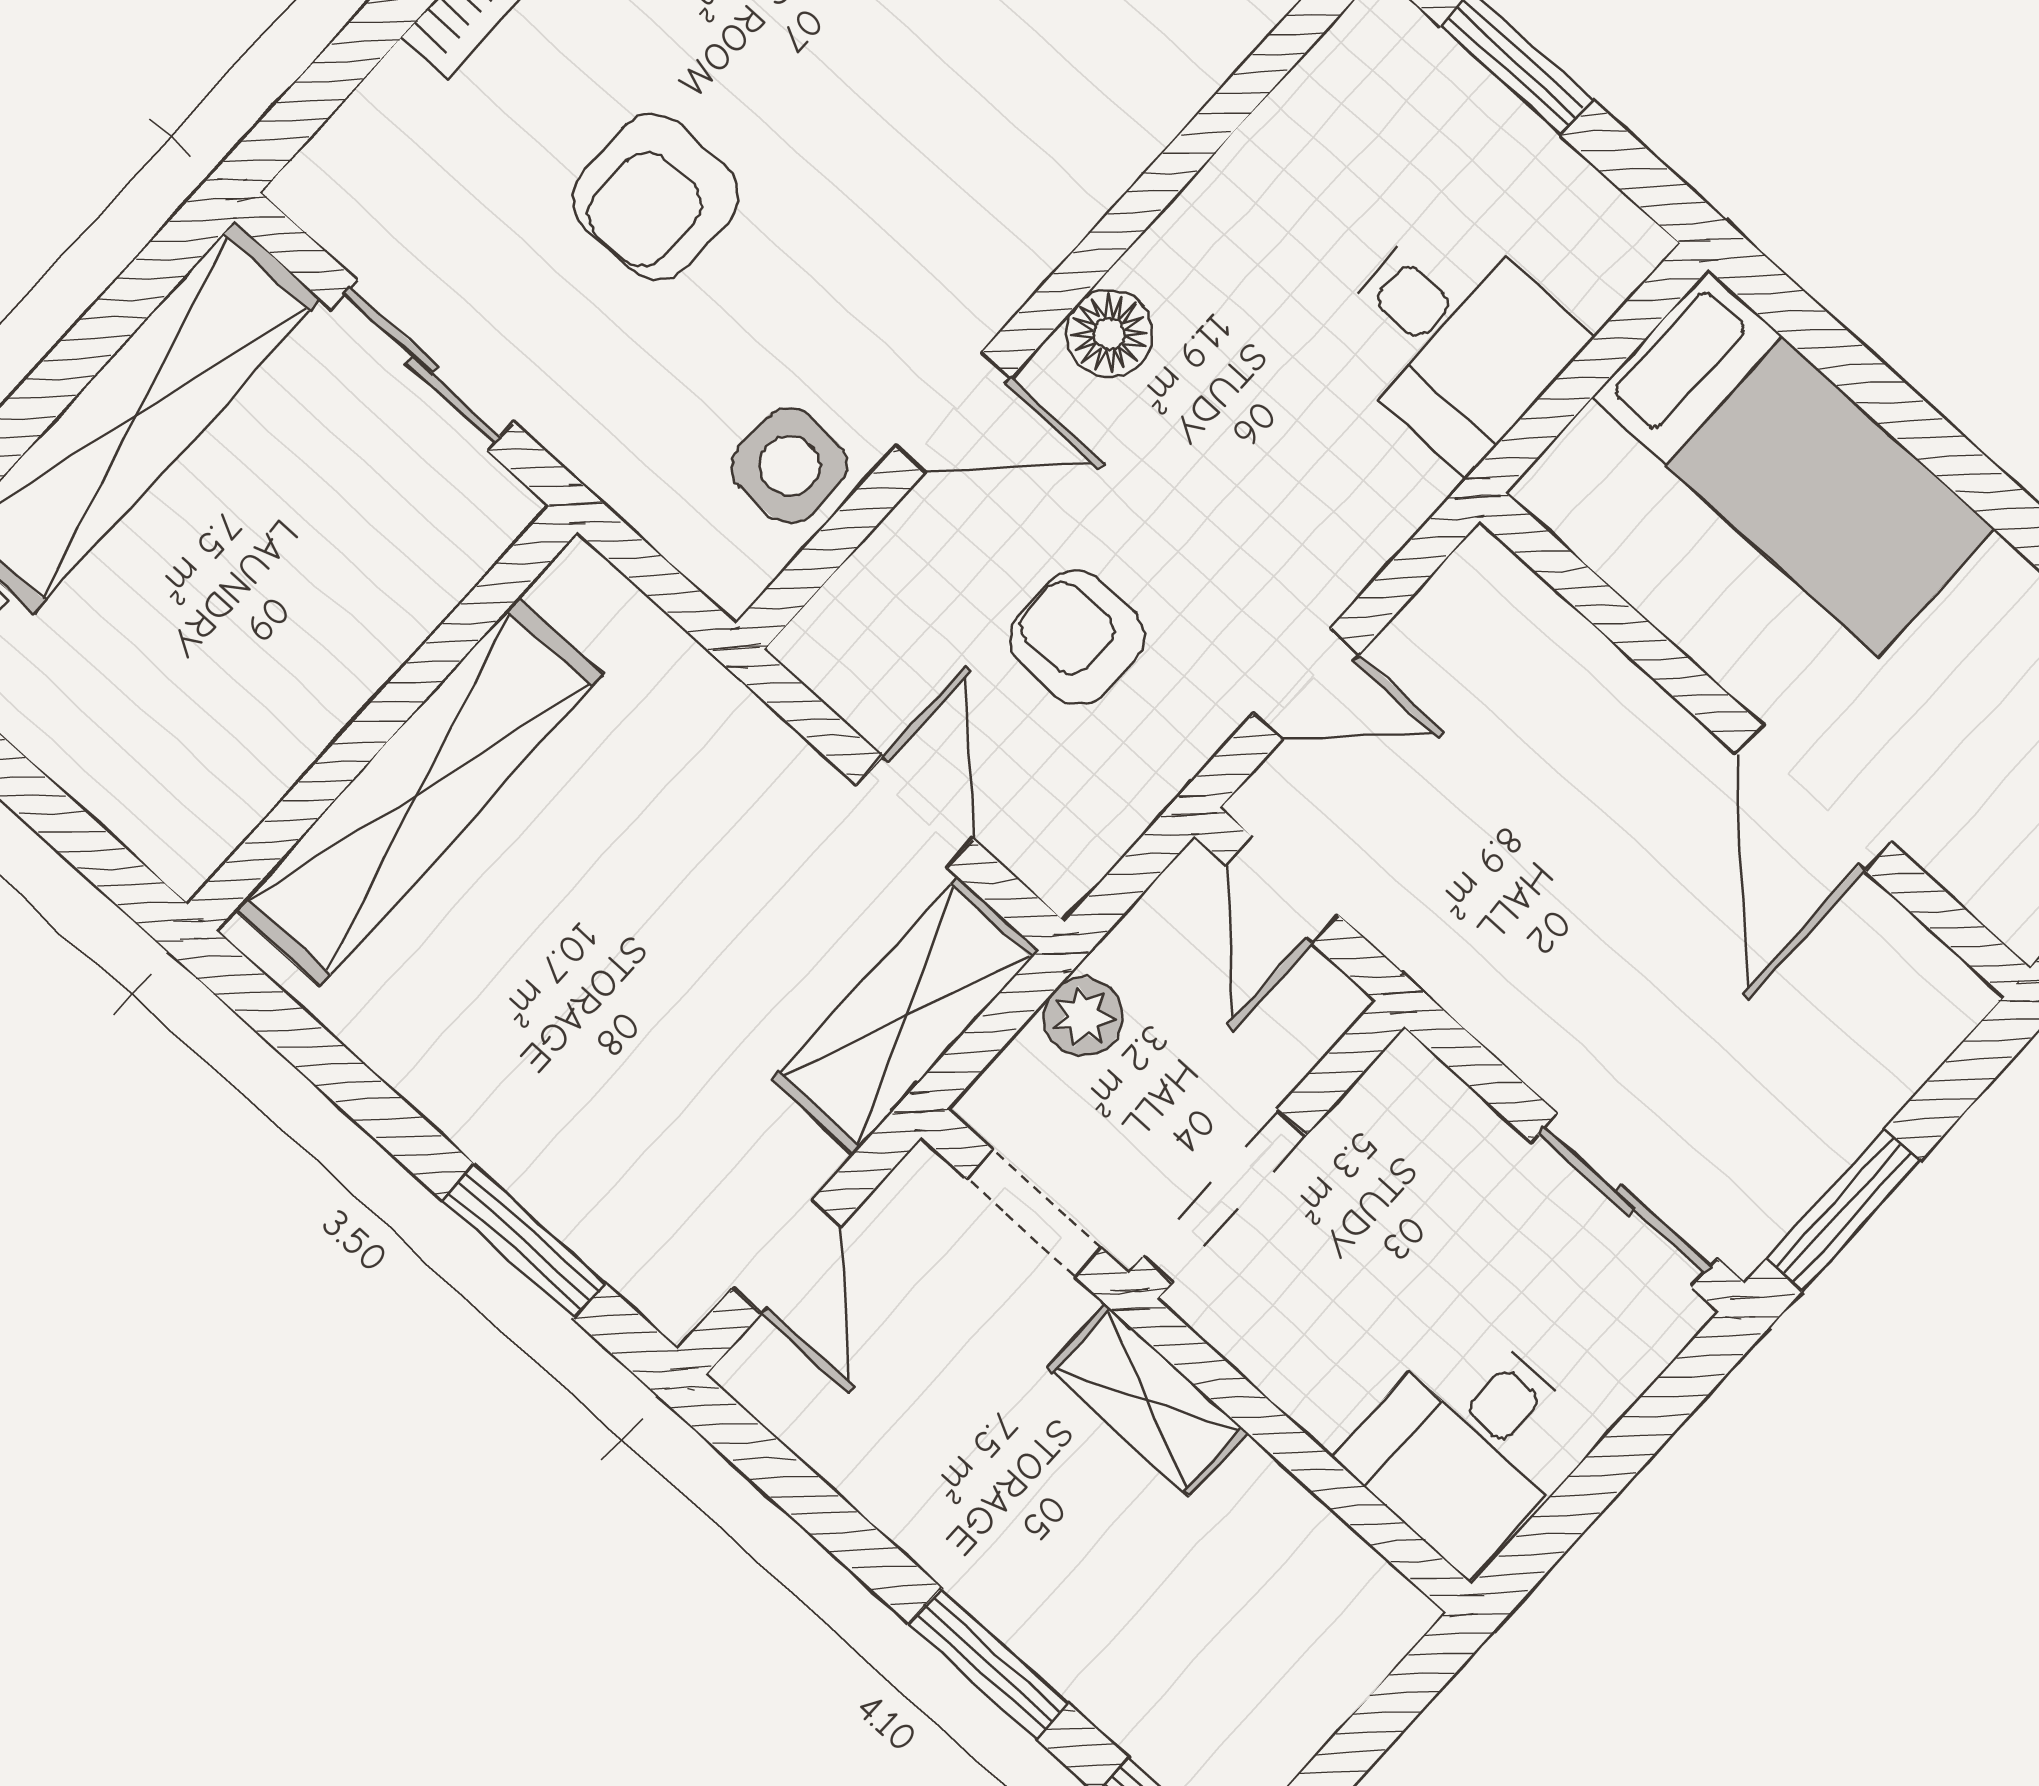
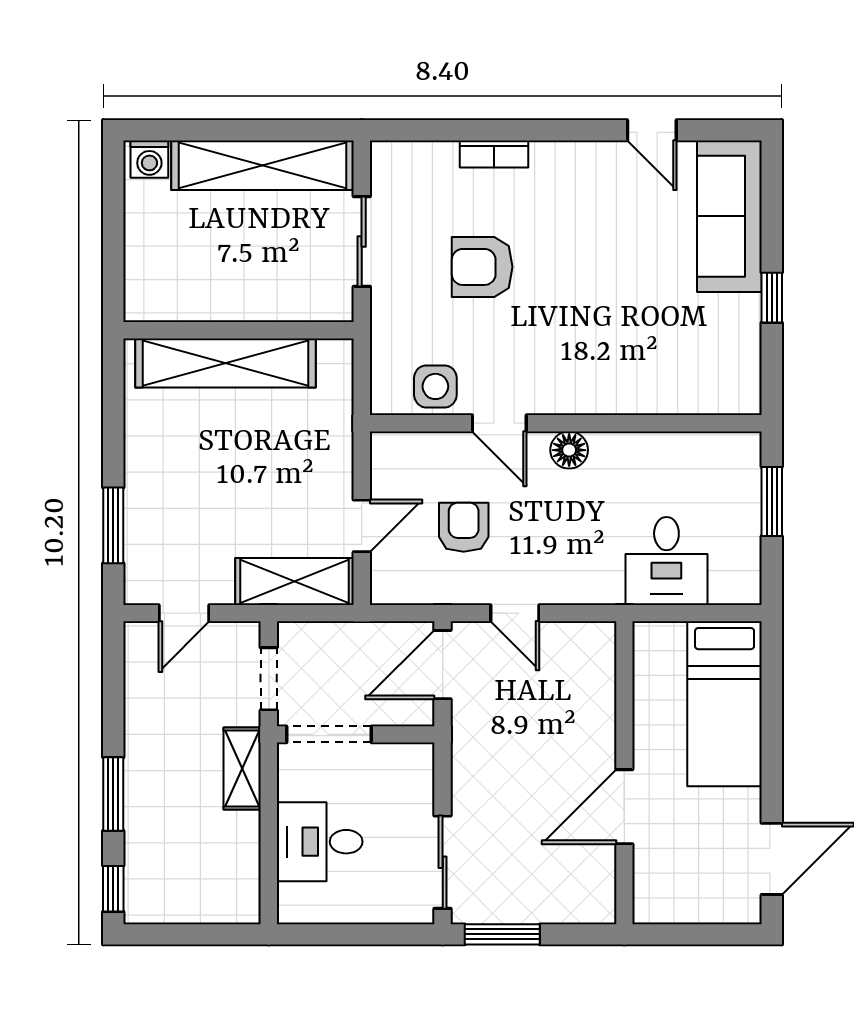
door: (1282, 890) -> (443, 665), width x1.37
plant: (1083, 1017) -> (345, 638), removed
desk: (1467, 1445) -> (320, 842), moved

